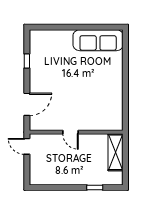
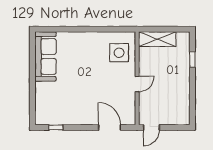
window: (27, 61) -> (56, 127), moved
side table: (102, 114) -> (119, 53), added

